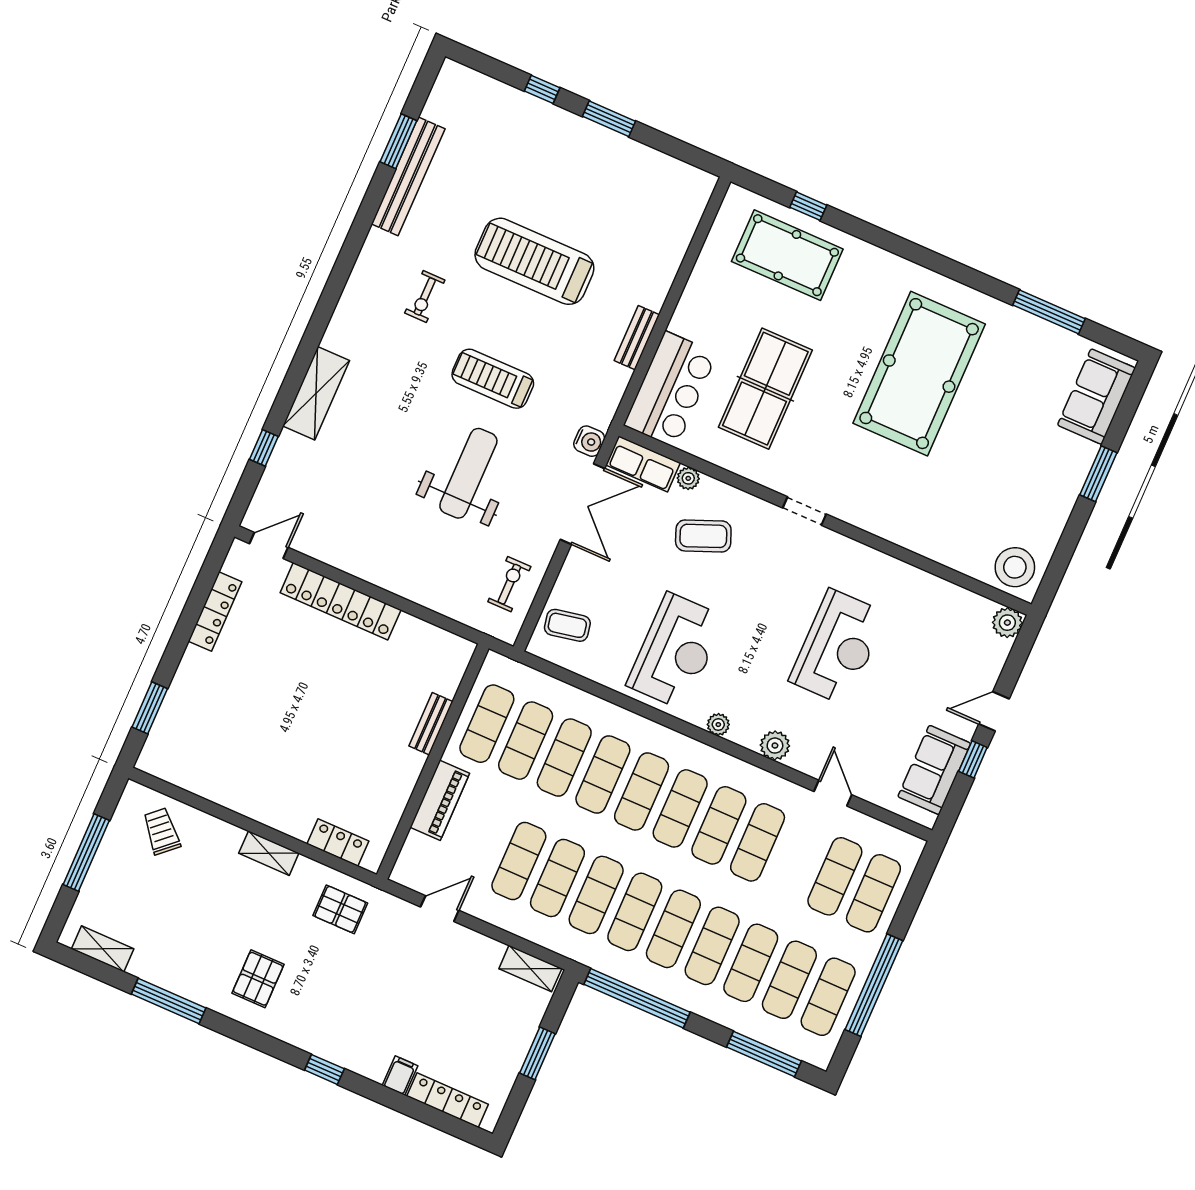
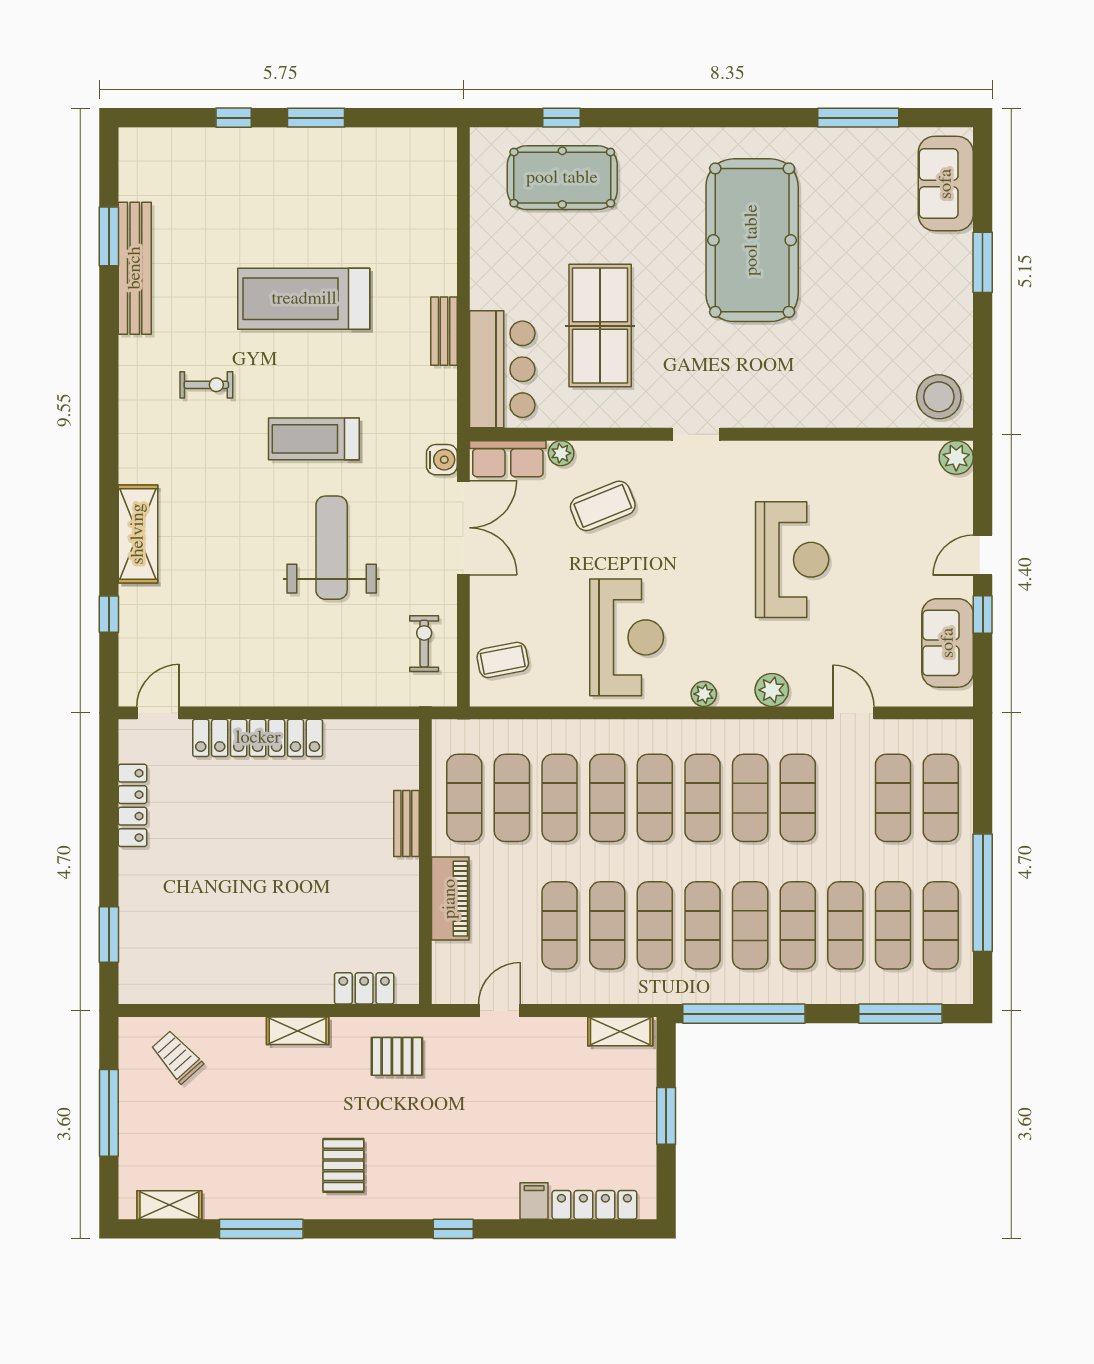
exercise bike: (425, 297) -> (206, 385), turned -90

